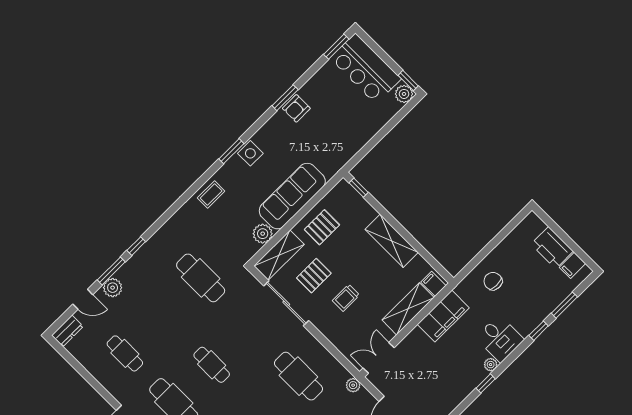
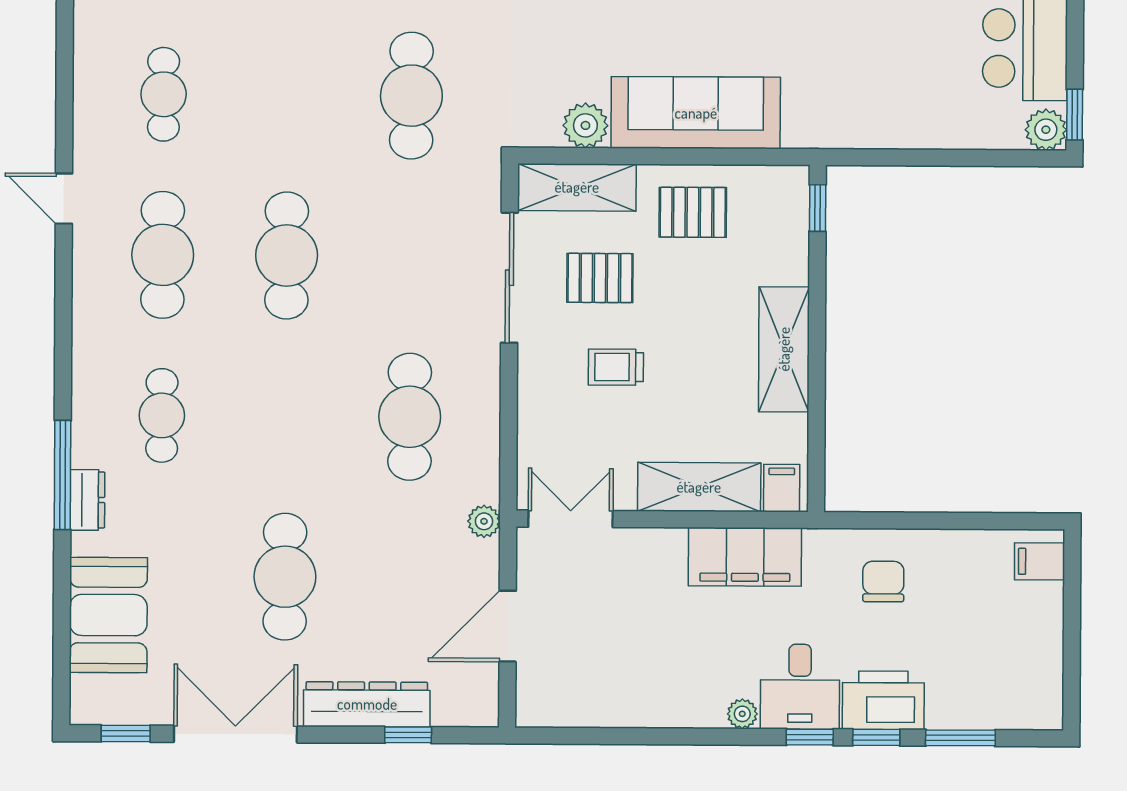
printer: (552, 248) -> (883, 700), moved, turned 90
filing cabinet: (572, 265) -> (1039, 561), moved
cafe table: (212, 365) -> (287, 256), width x1.37, depth x1.35
window: (486, 383) -> (810, 737), moved

